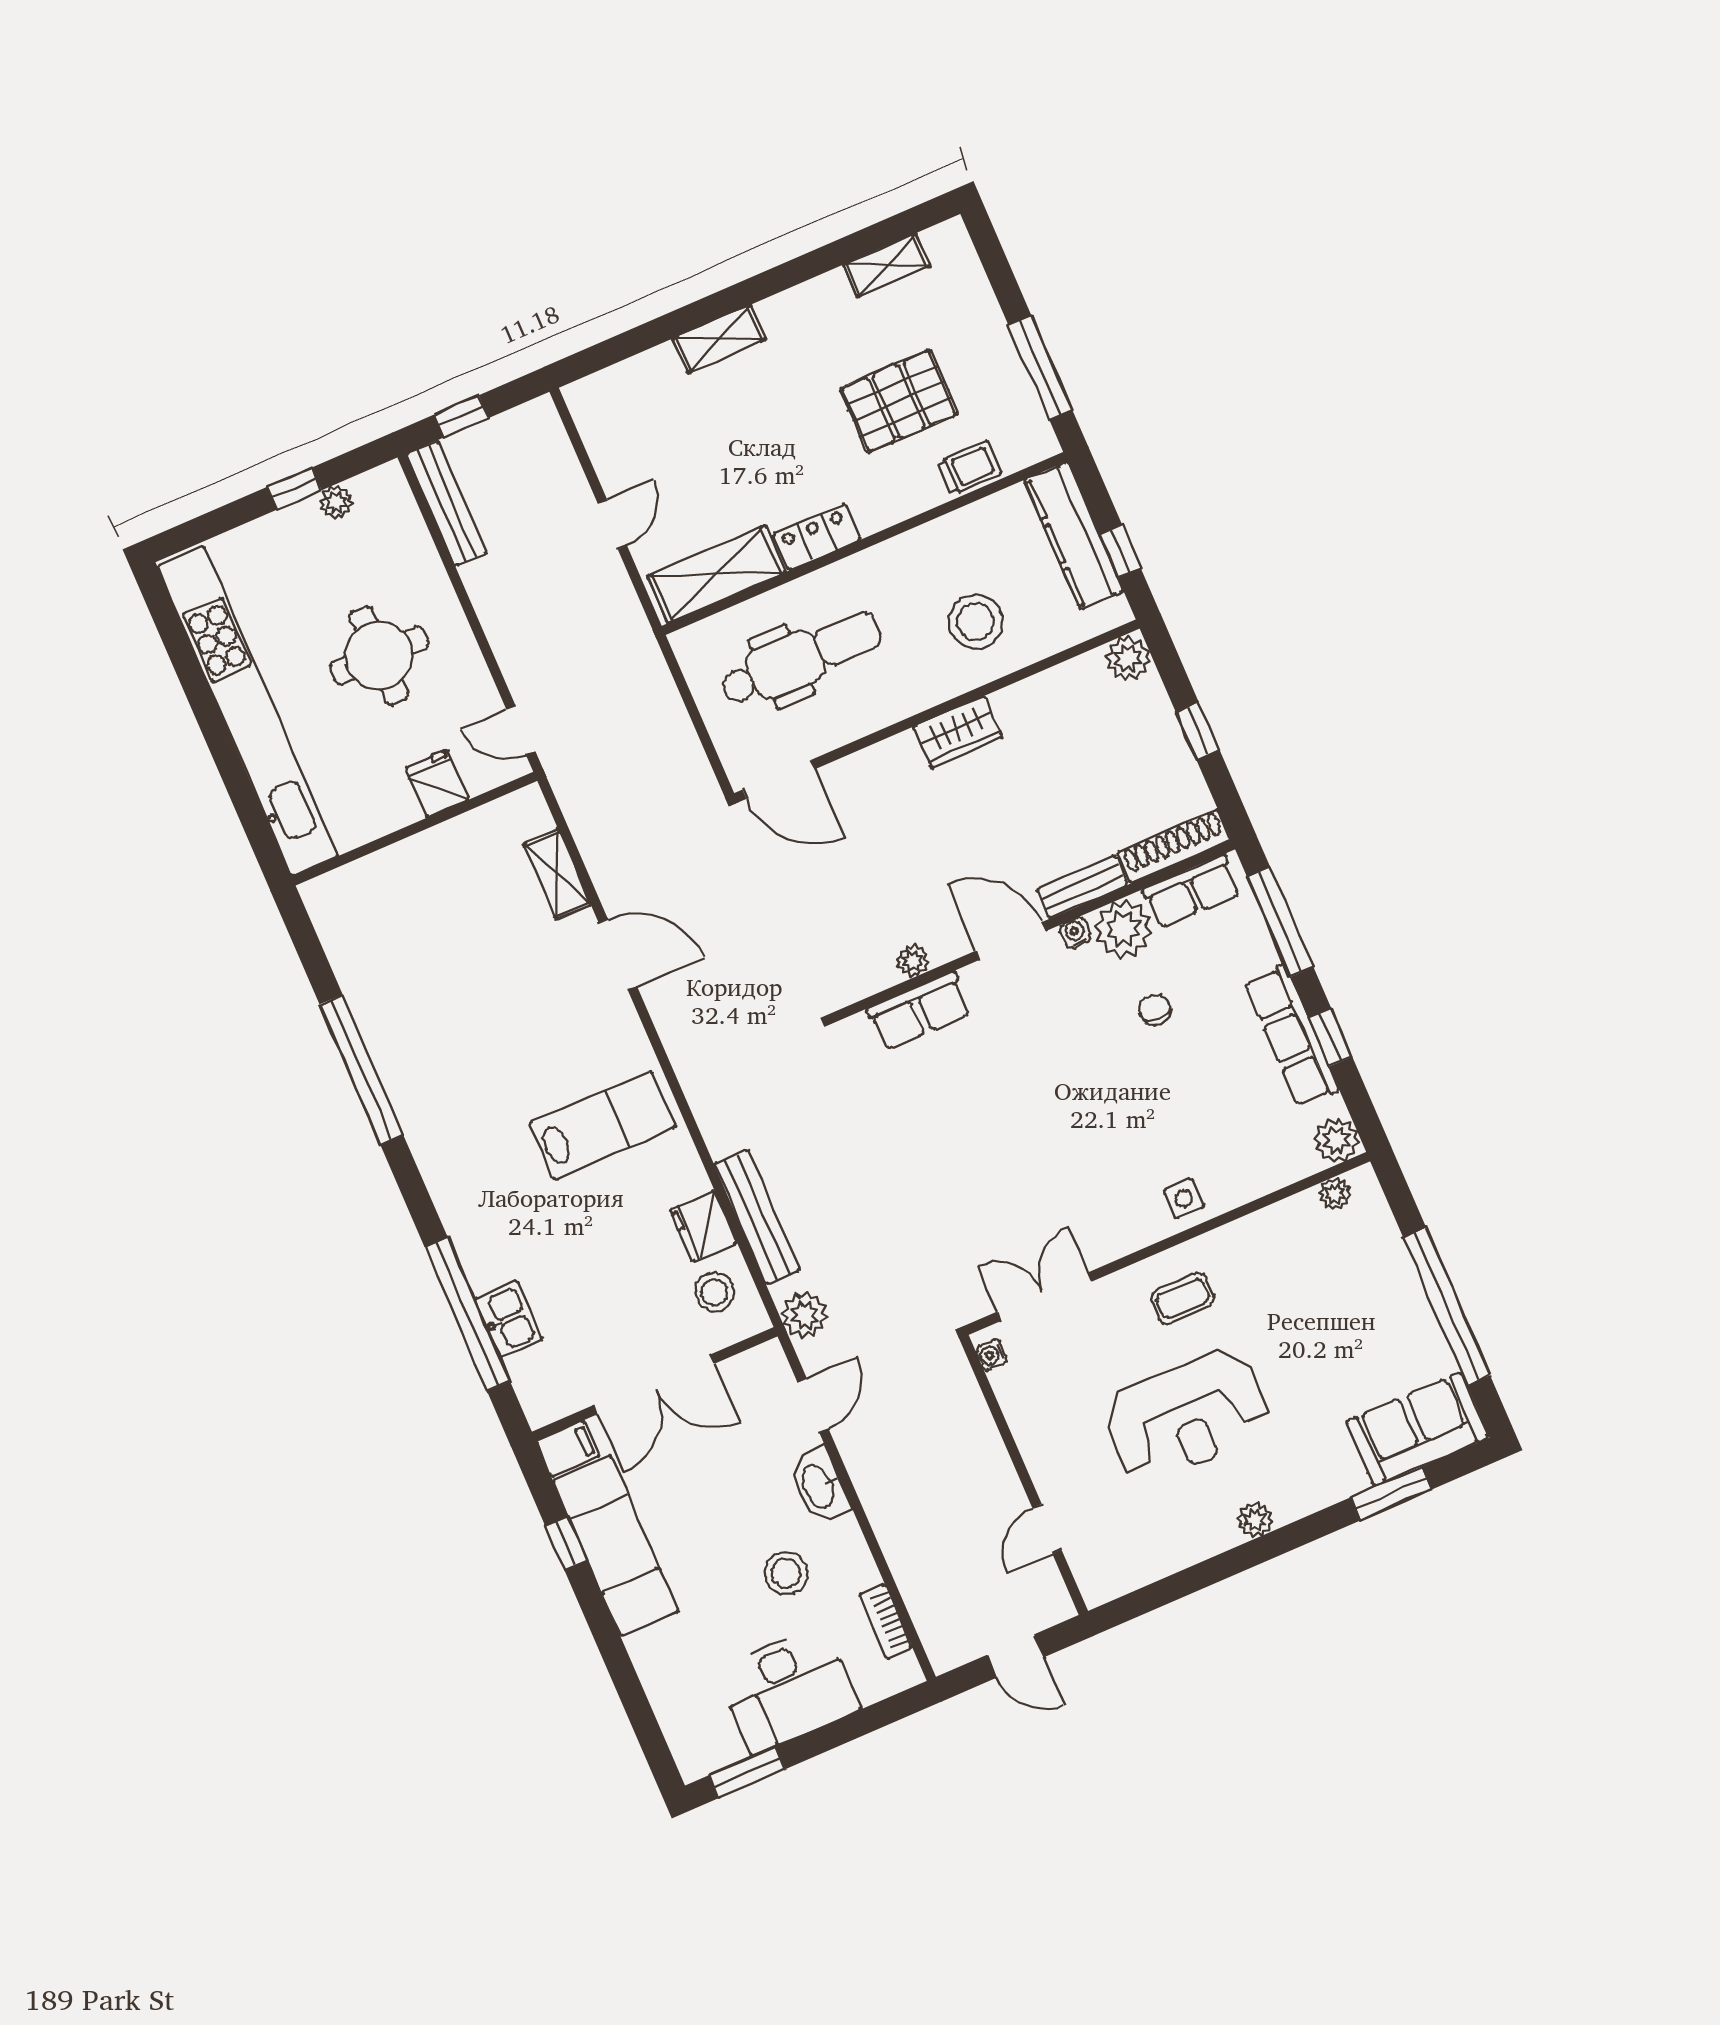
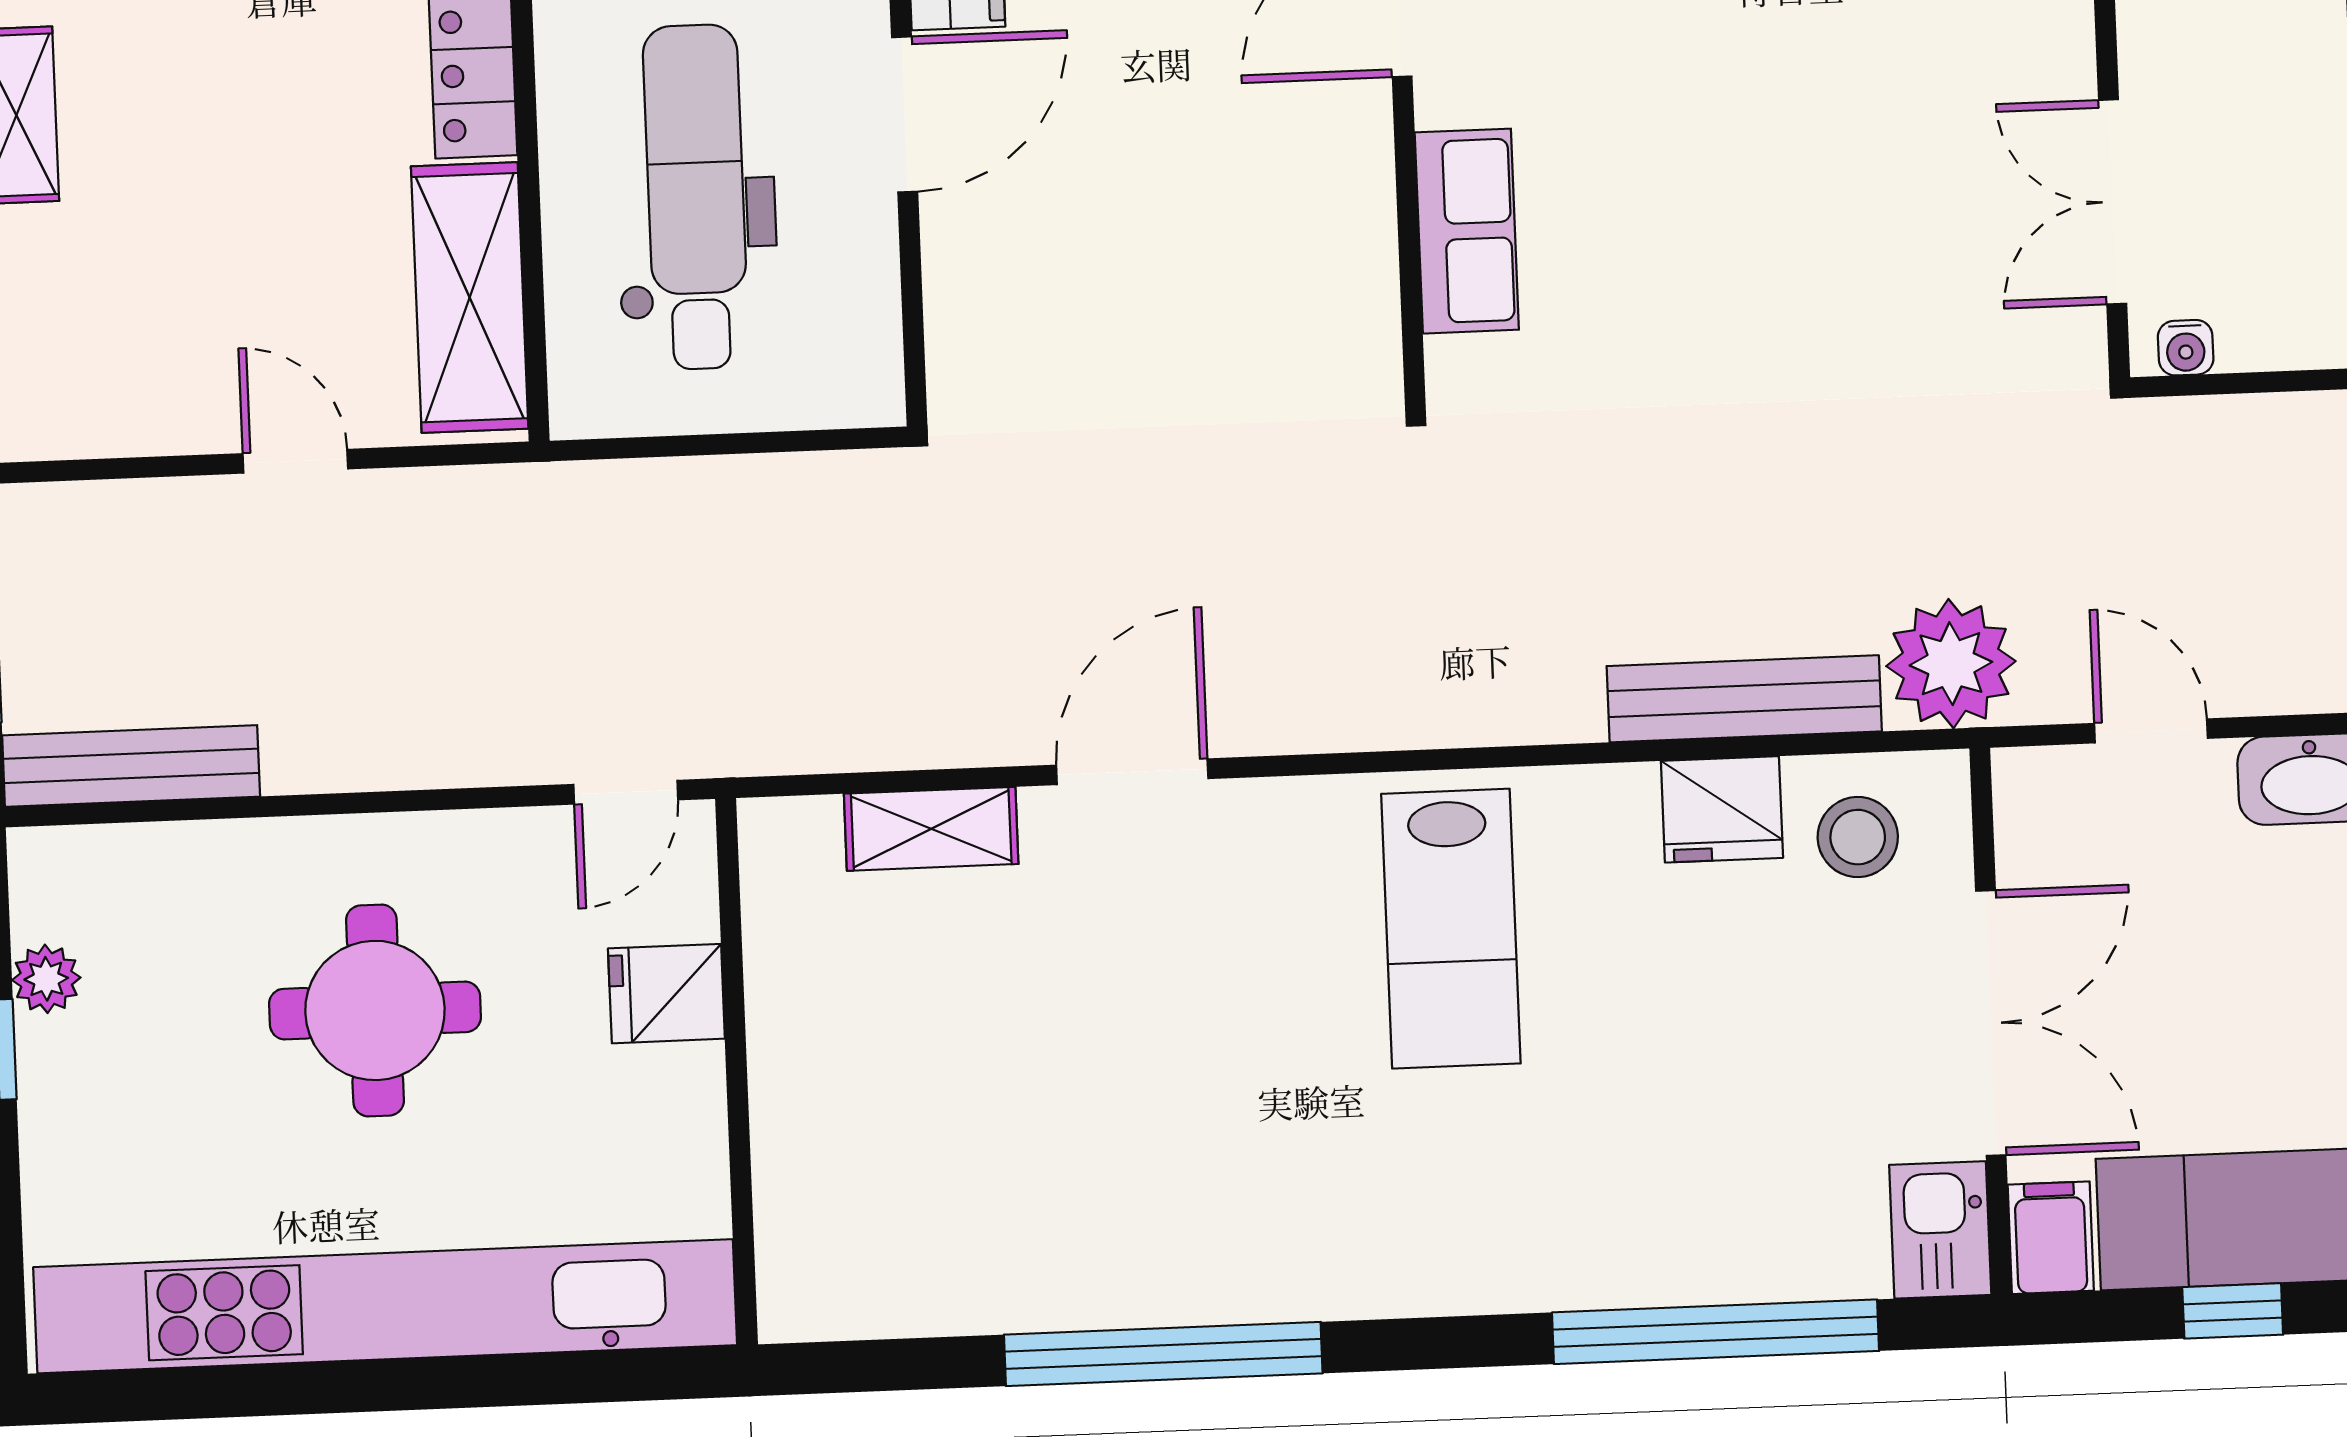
door: (779, 779) -> (905, 114), moved
plant: (913, 961) -> (1364, 206), removed
lab bench: (603, 1125) -> (1451, 929), turned 180
plant: (804, 1315) -> (1951, 664), width x1.36, depth x1.36
kitchen sink: (509, 1319) -> (1940, 1230), moved, turned -90

